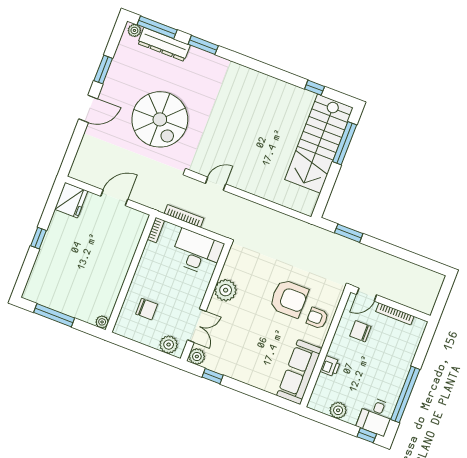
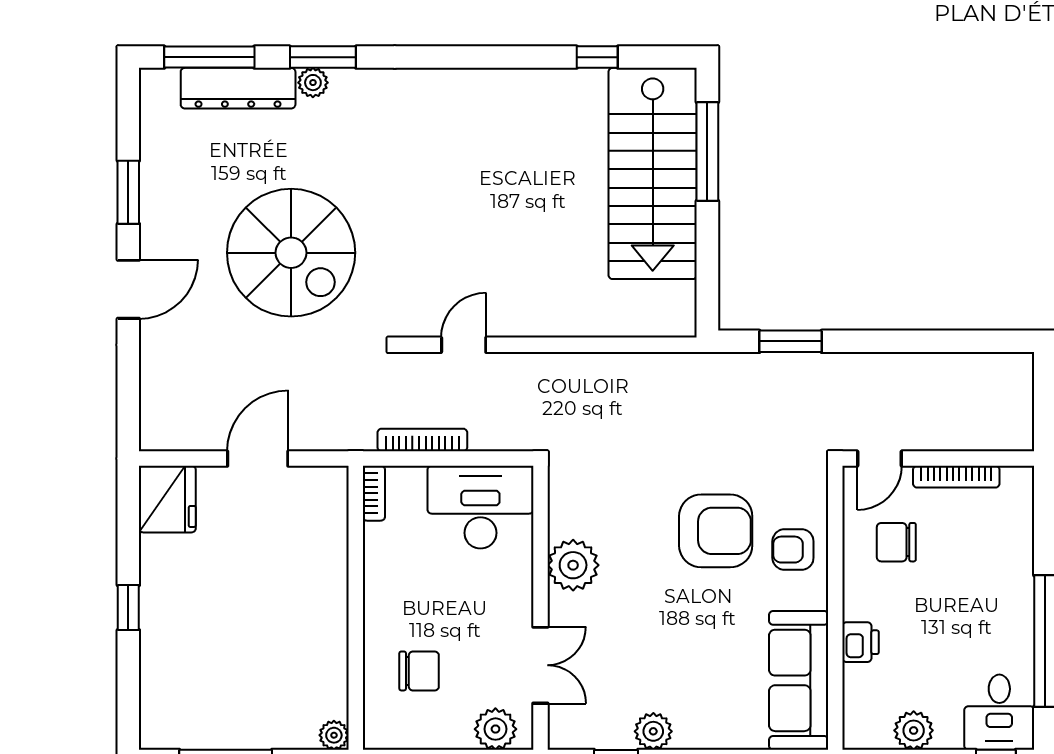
plant: (134, 30) -> (313, 83), moved
plant: (197, 356) -> (653, 731), moved

